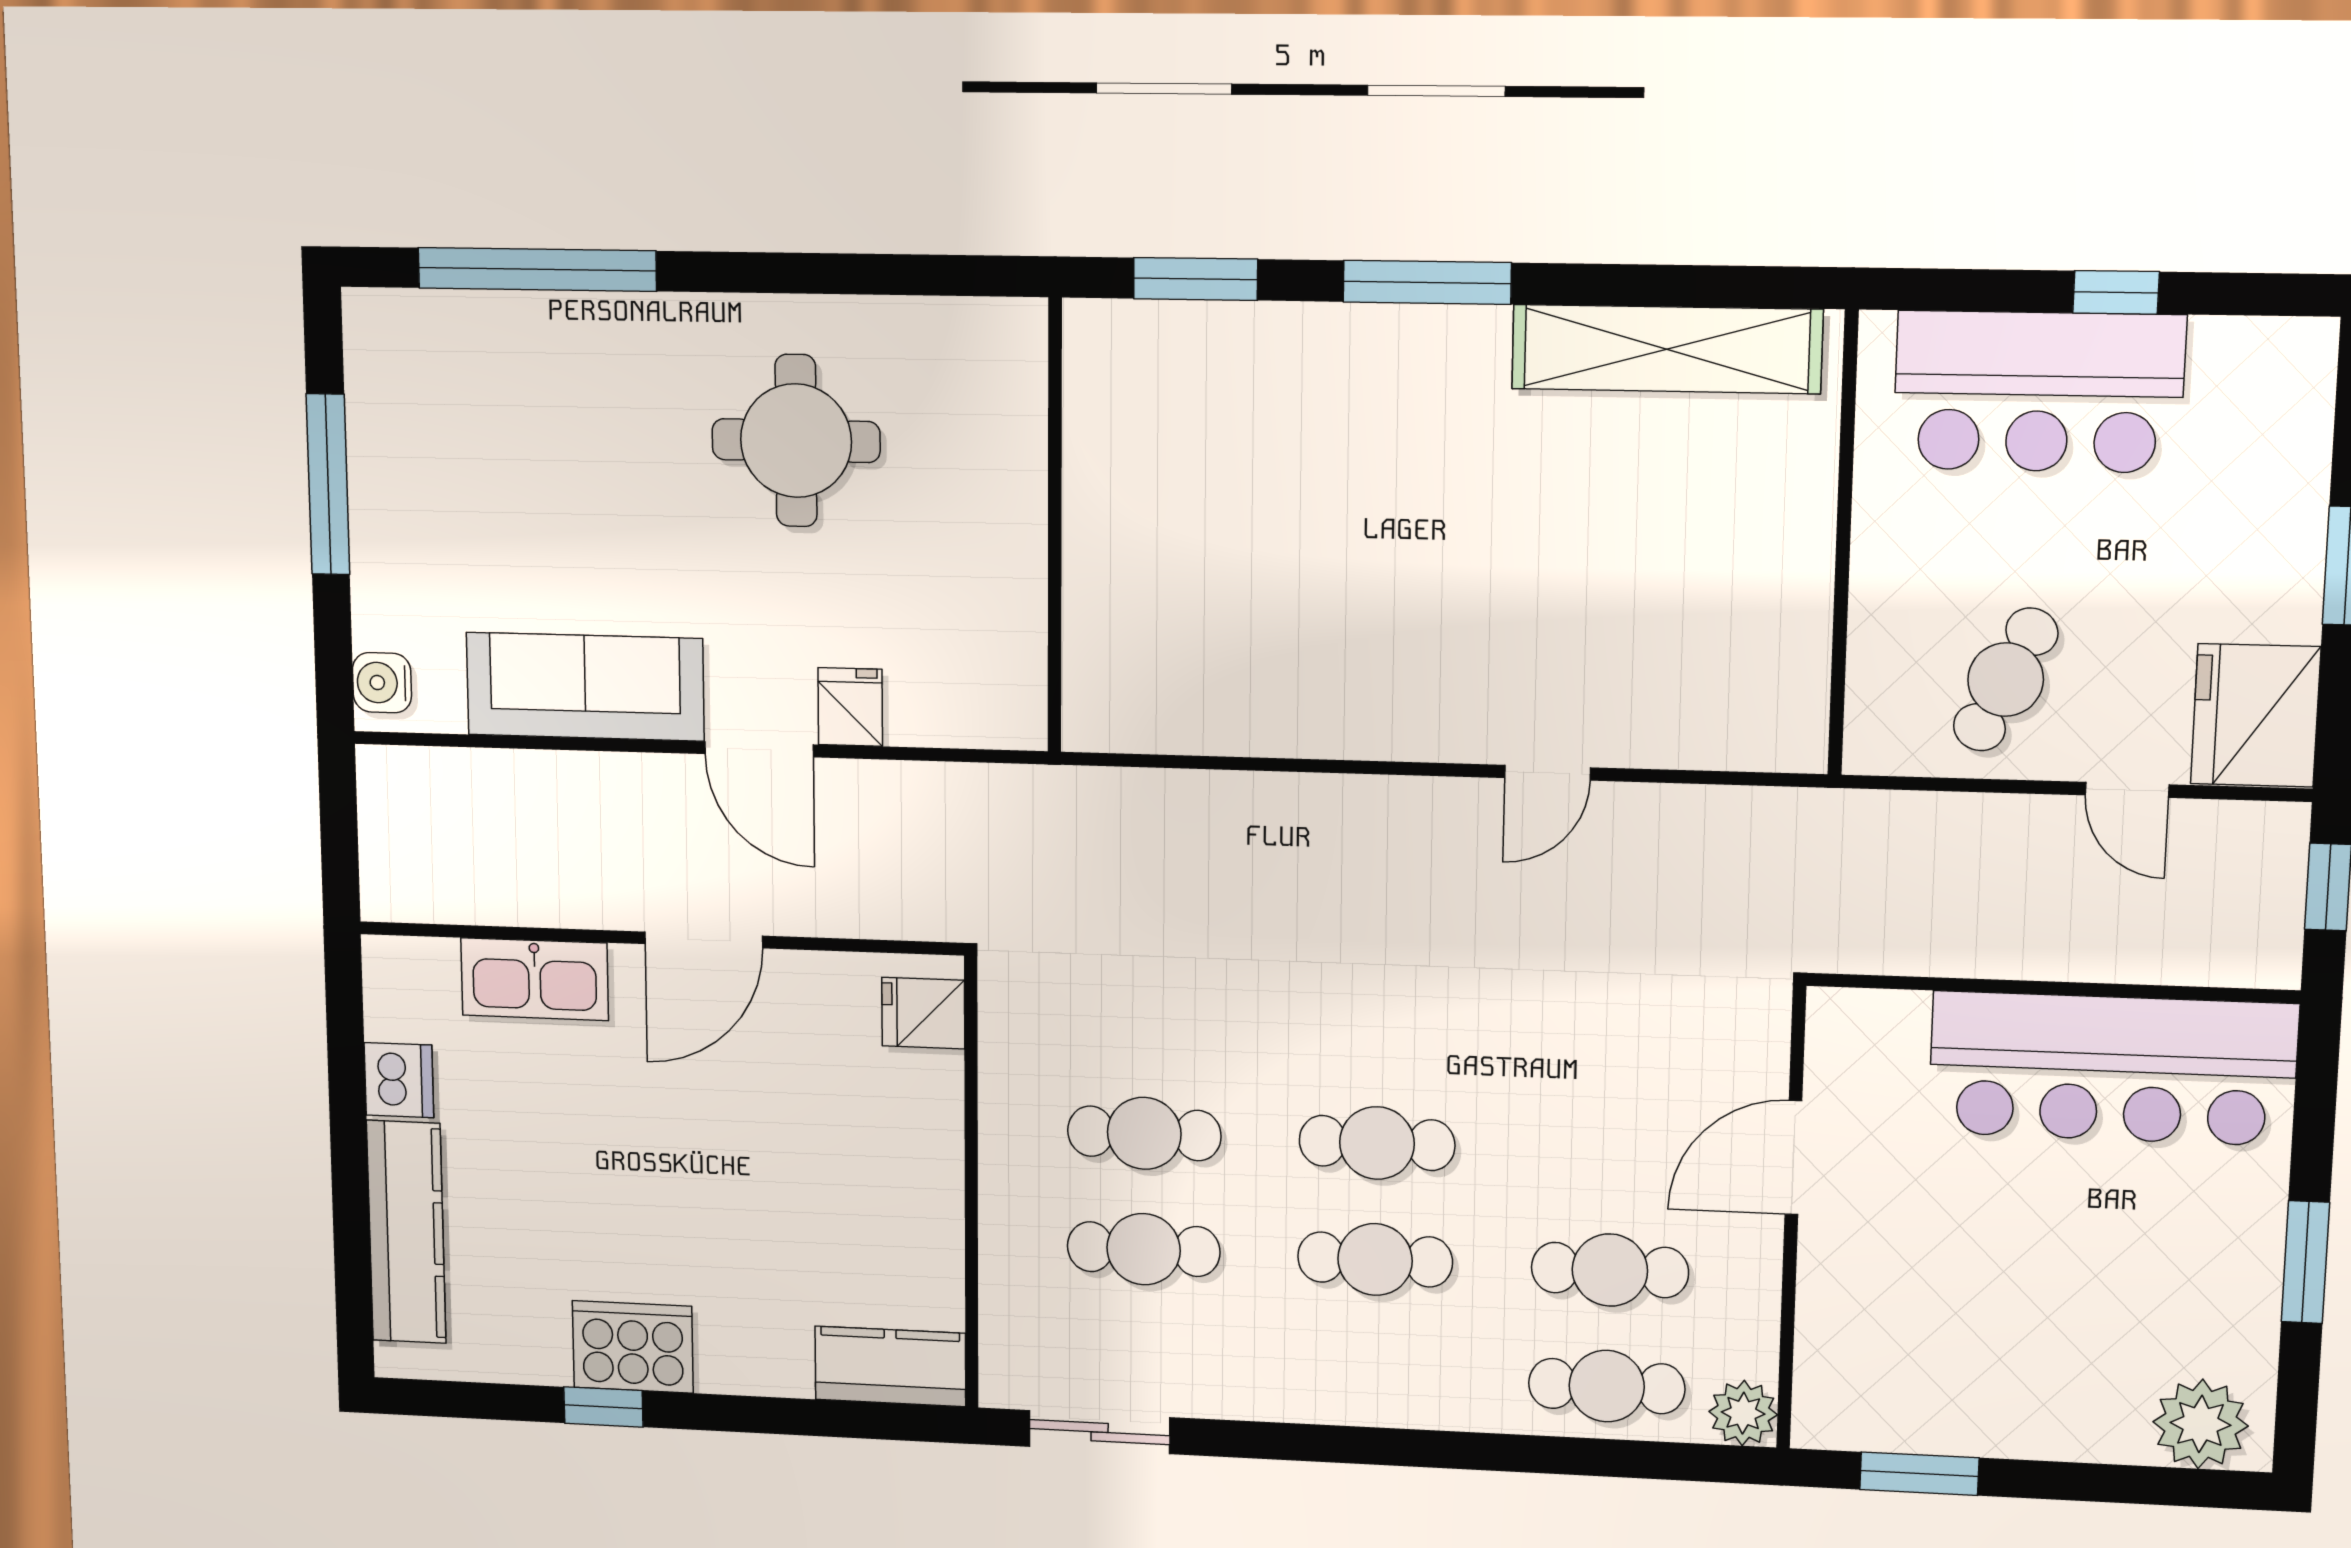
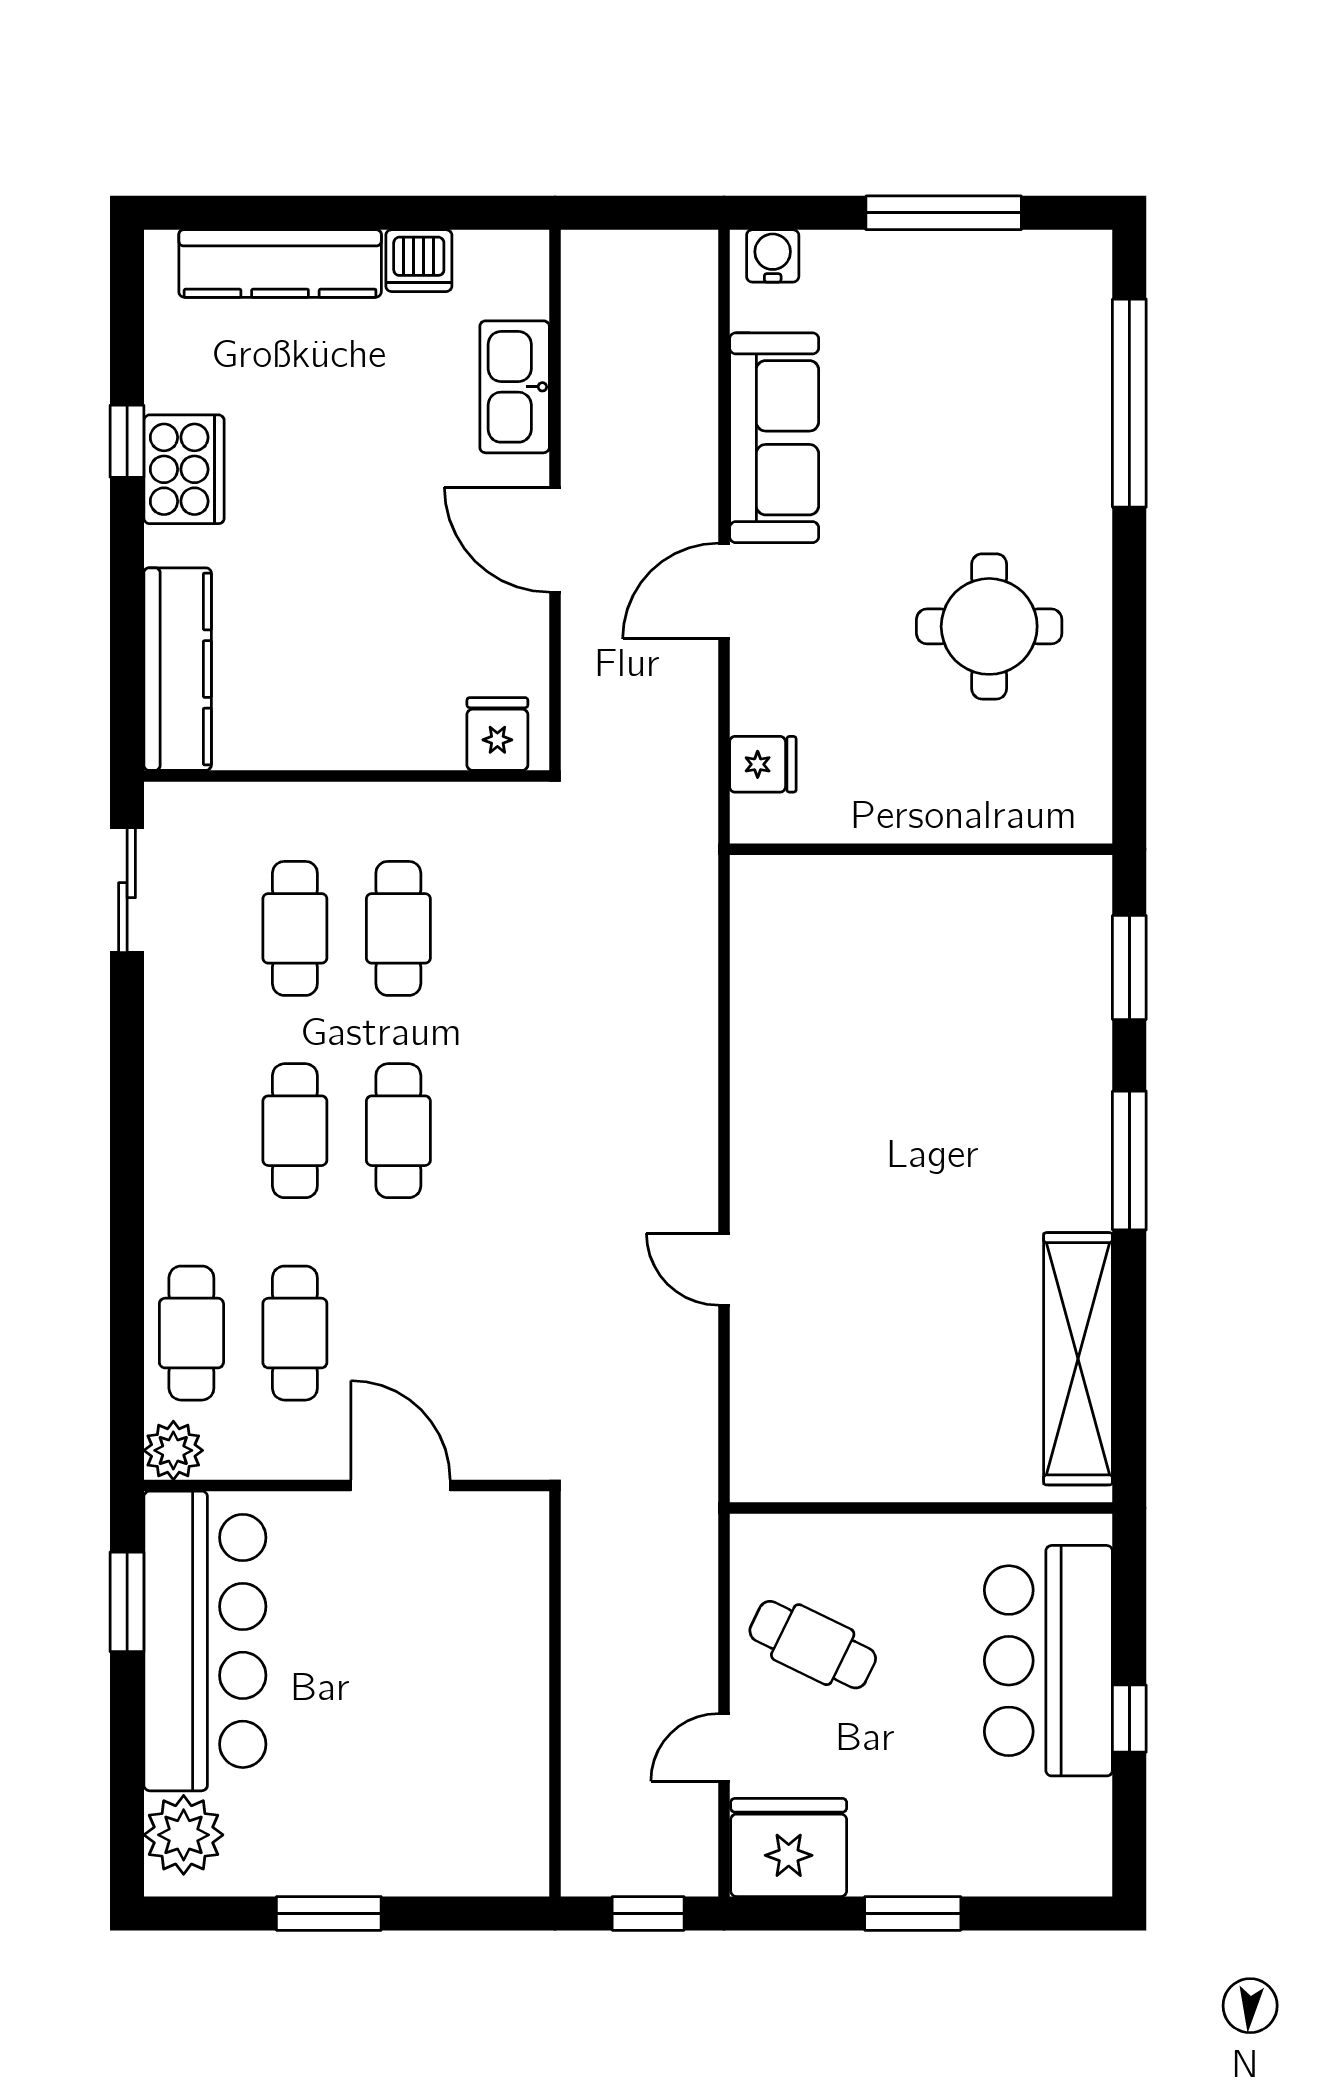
fridge: (850, 707) -> (763, 764), moved
bar counter: (2112, 1069) -> (205, 1641), moved, turned 180
kitchen counter: (890, 1366) -> (178, 669), width x1.50

